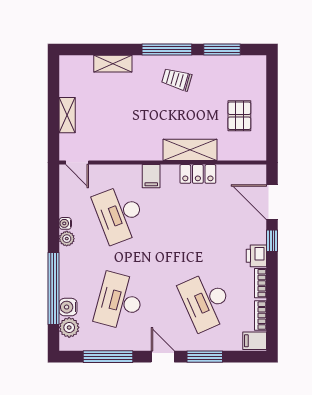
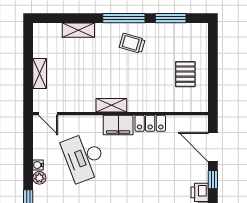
shelving: (190, 150) -> (111, 105), moved, width x0.67, depth x0.75
filing cabinet: (151, 176) -> (118, 125), width x2.00

